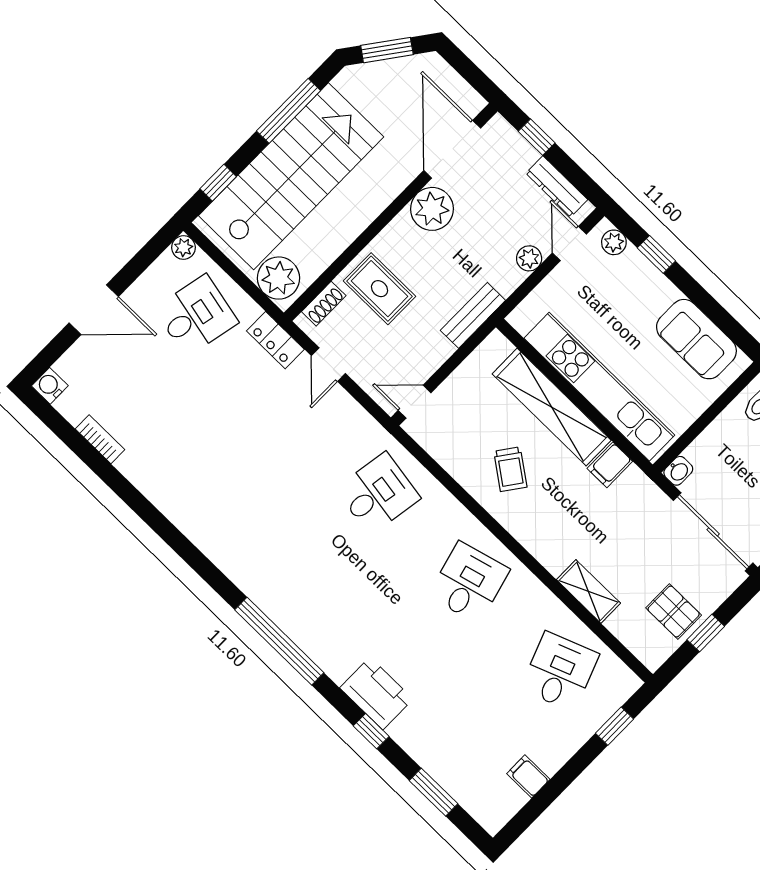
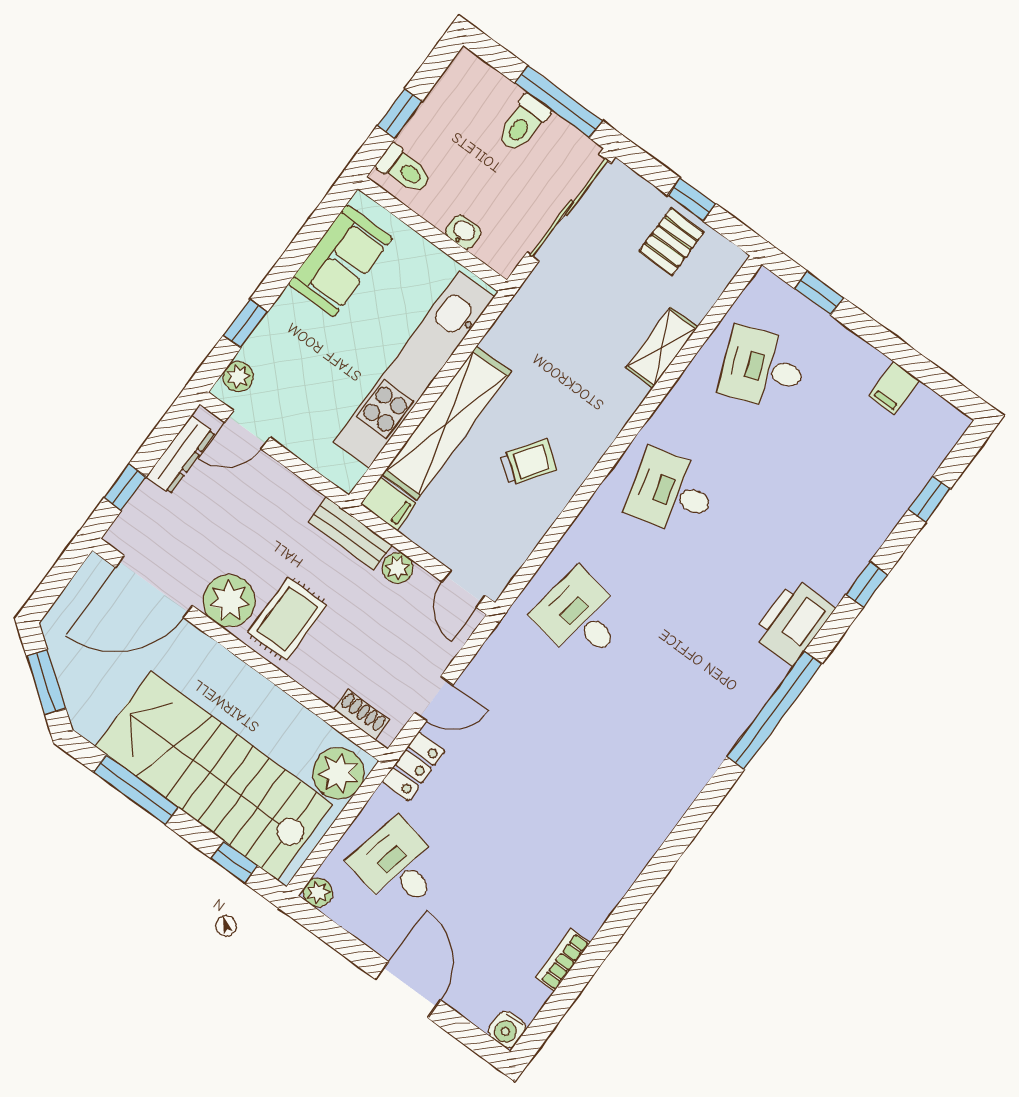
plant: (529, 258) -> (398, 568), moved
rug: (380, 289) -> (287, 619), moved
filing cabinet: (610, 465) -> (388, 504), moved
washbasin: (678, 471) -> (463, 232), moved
printer: (376, 693) -> (793, 622), moved
window: (433, 792) -> (929, 499), width x0.67

